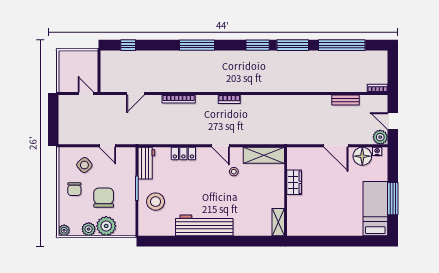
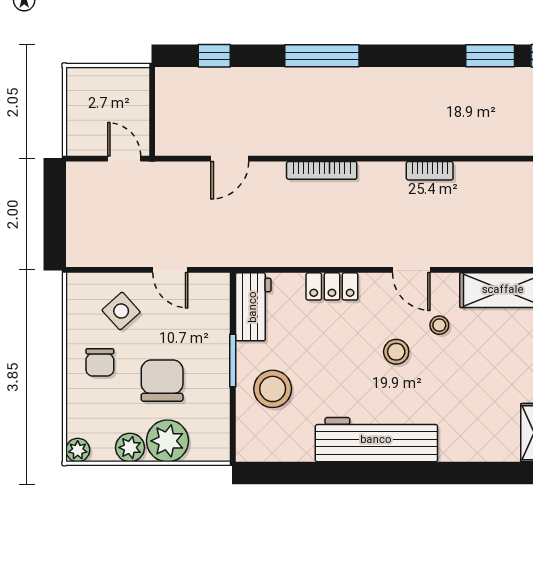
window: (197, 45) -> (322, 56), moved
stool: (214, 184) -> (396, 352), added

